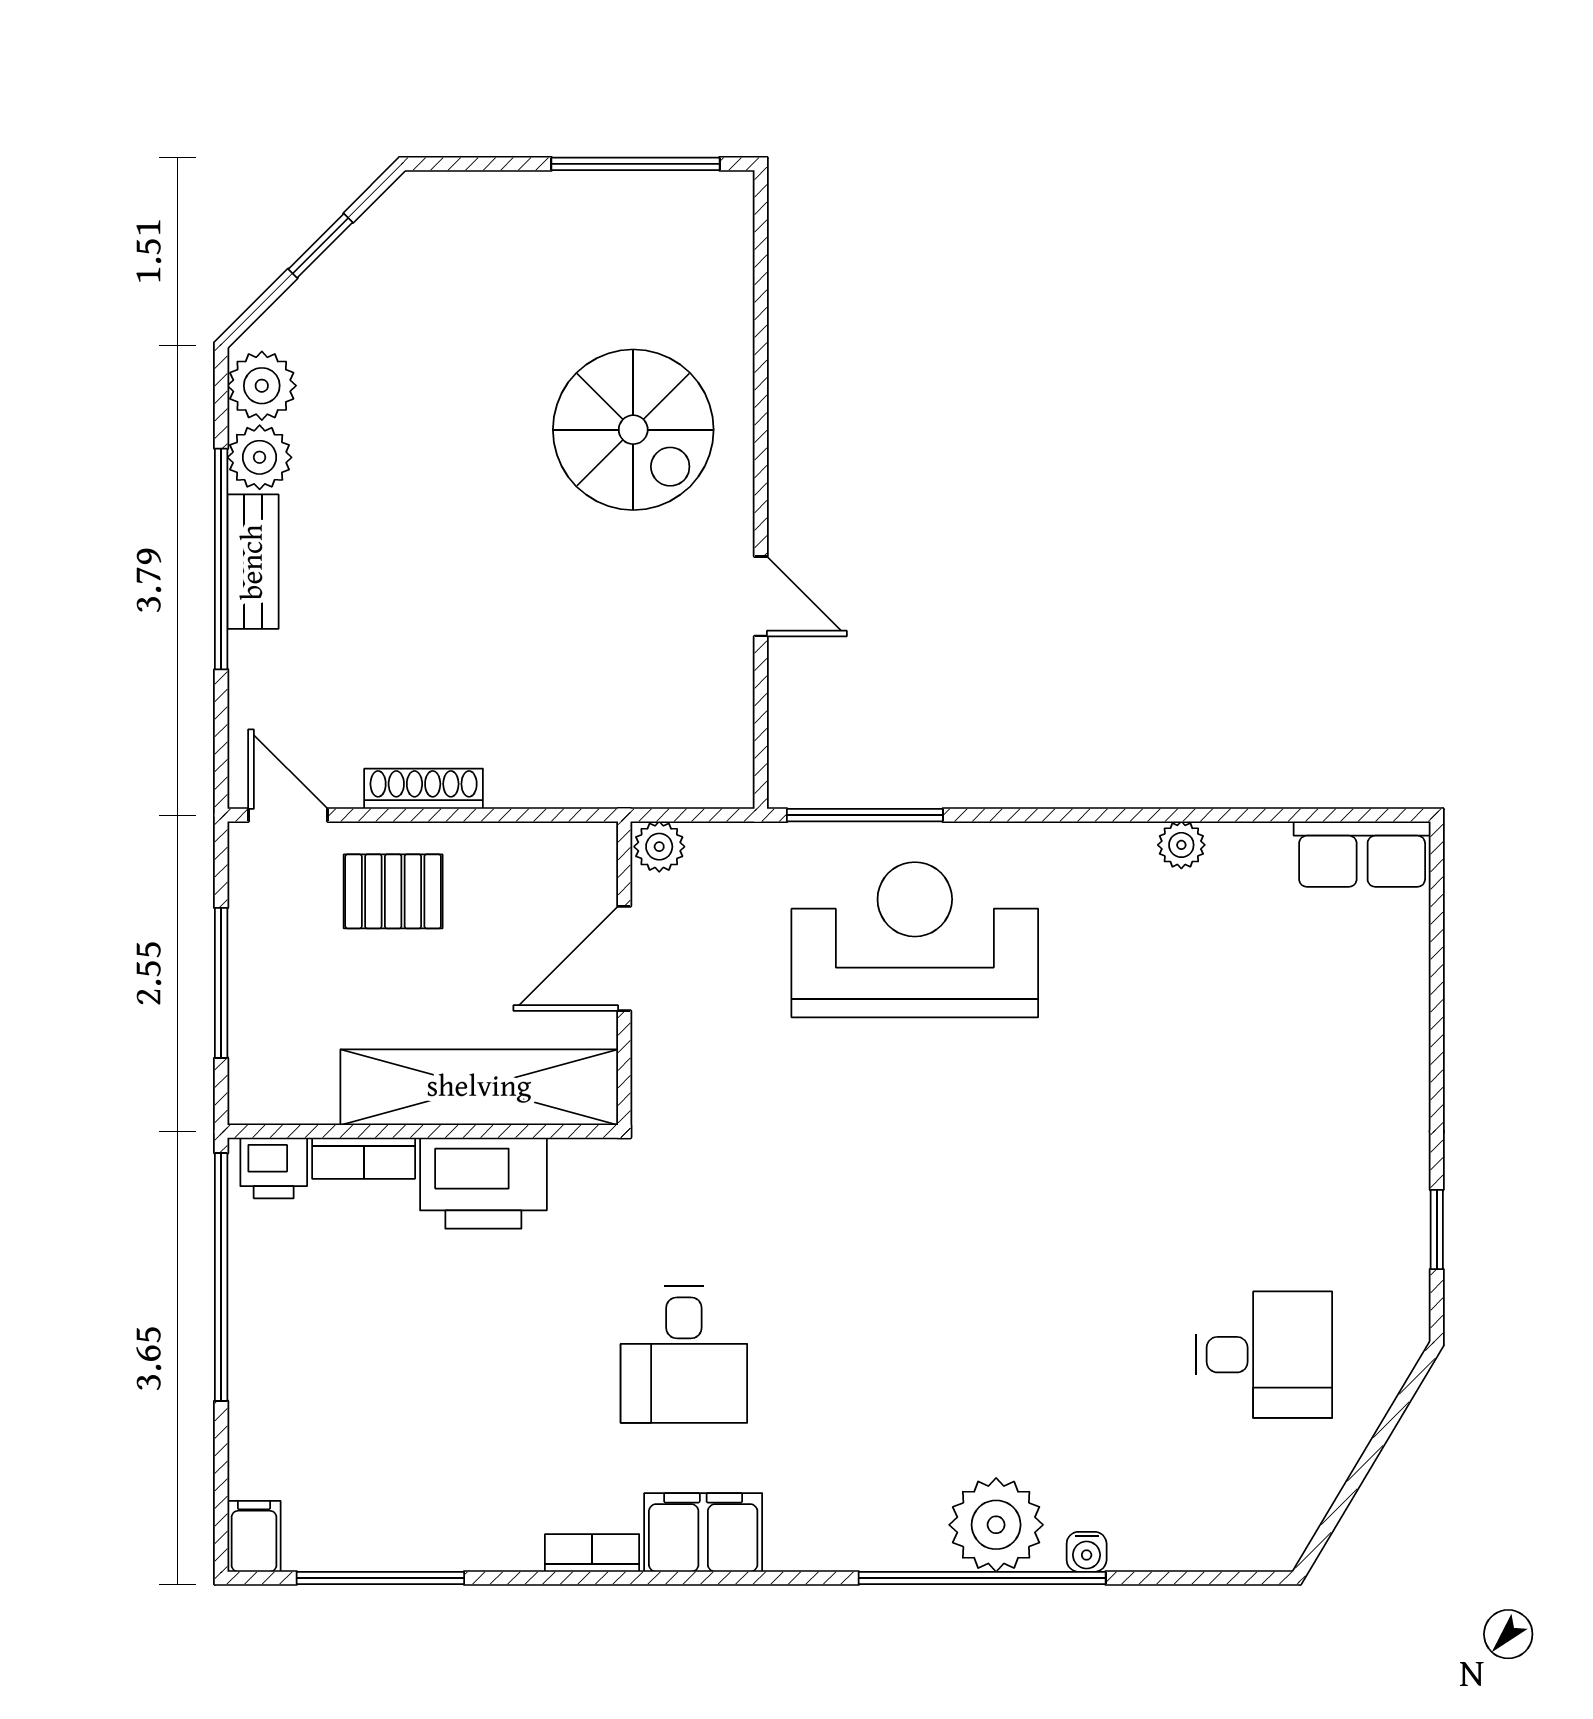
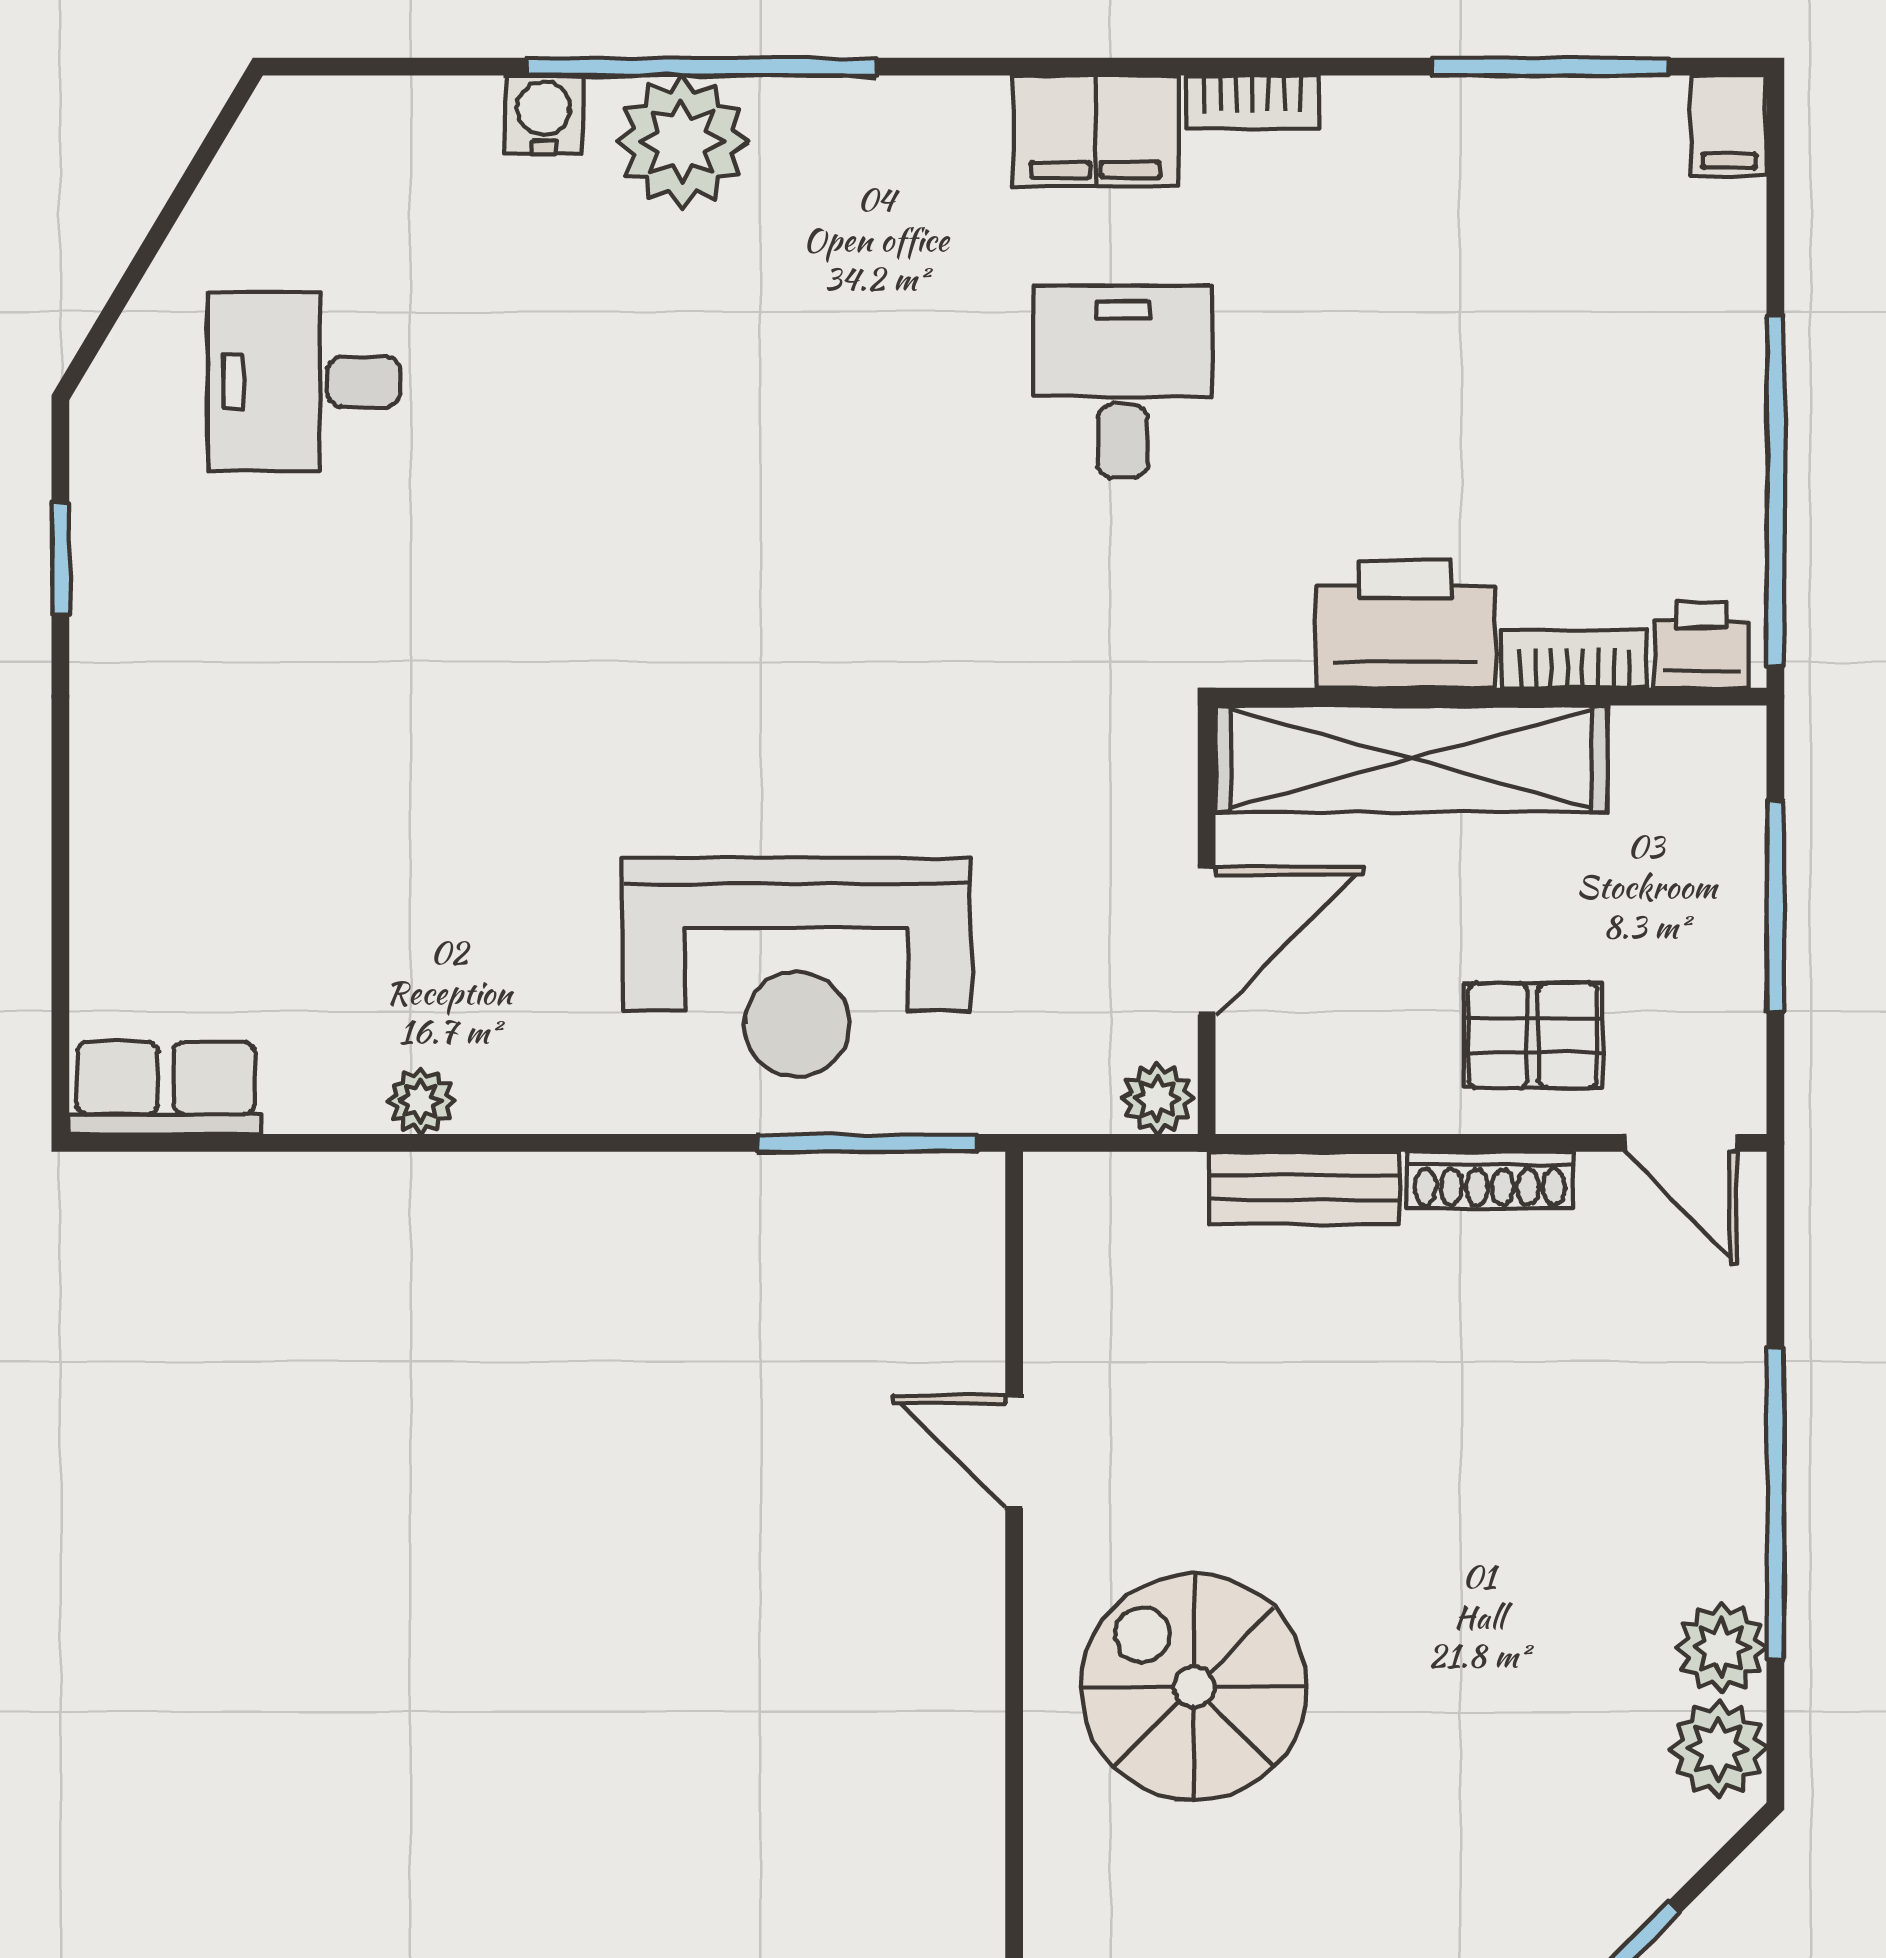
bench: (253, 562) -> (1304, 1188), moved, turned 90
water cooler: (1087, 1552) -> (544, 114), width x1.38, depth x1.38

